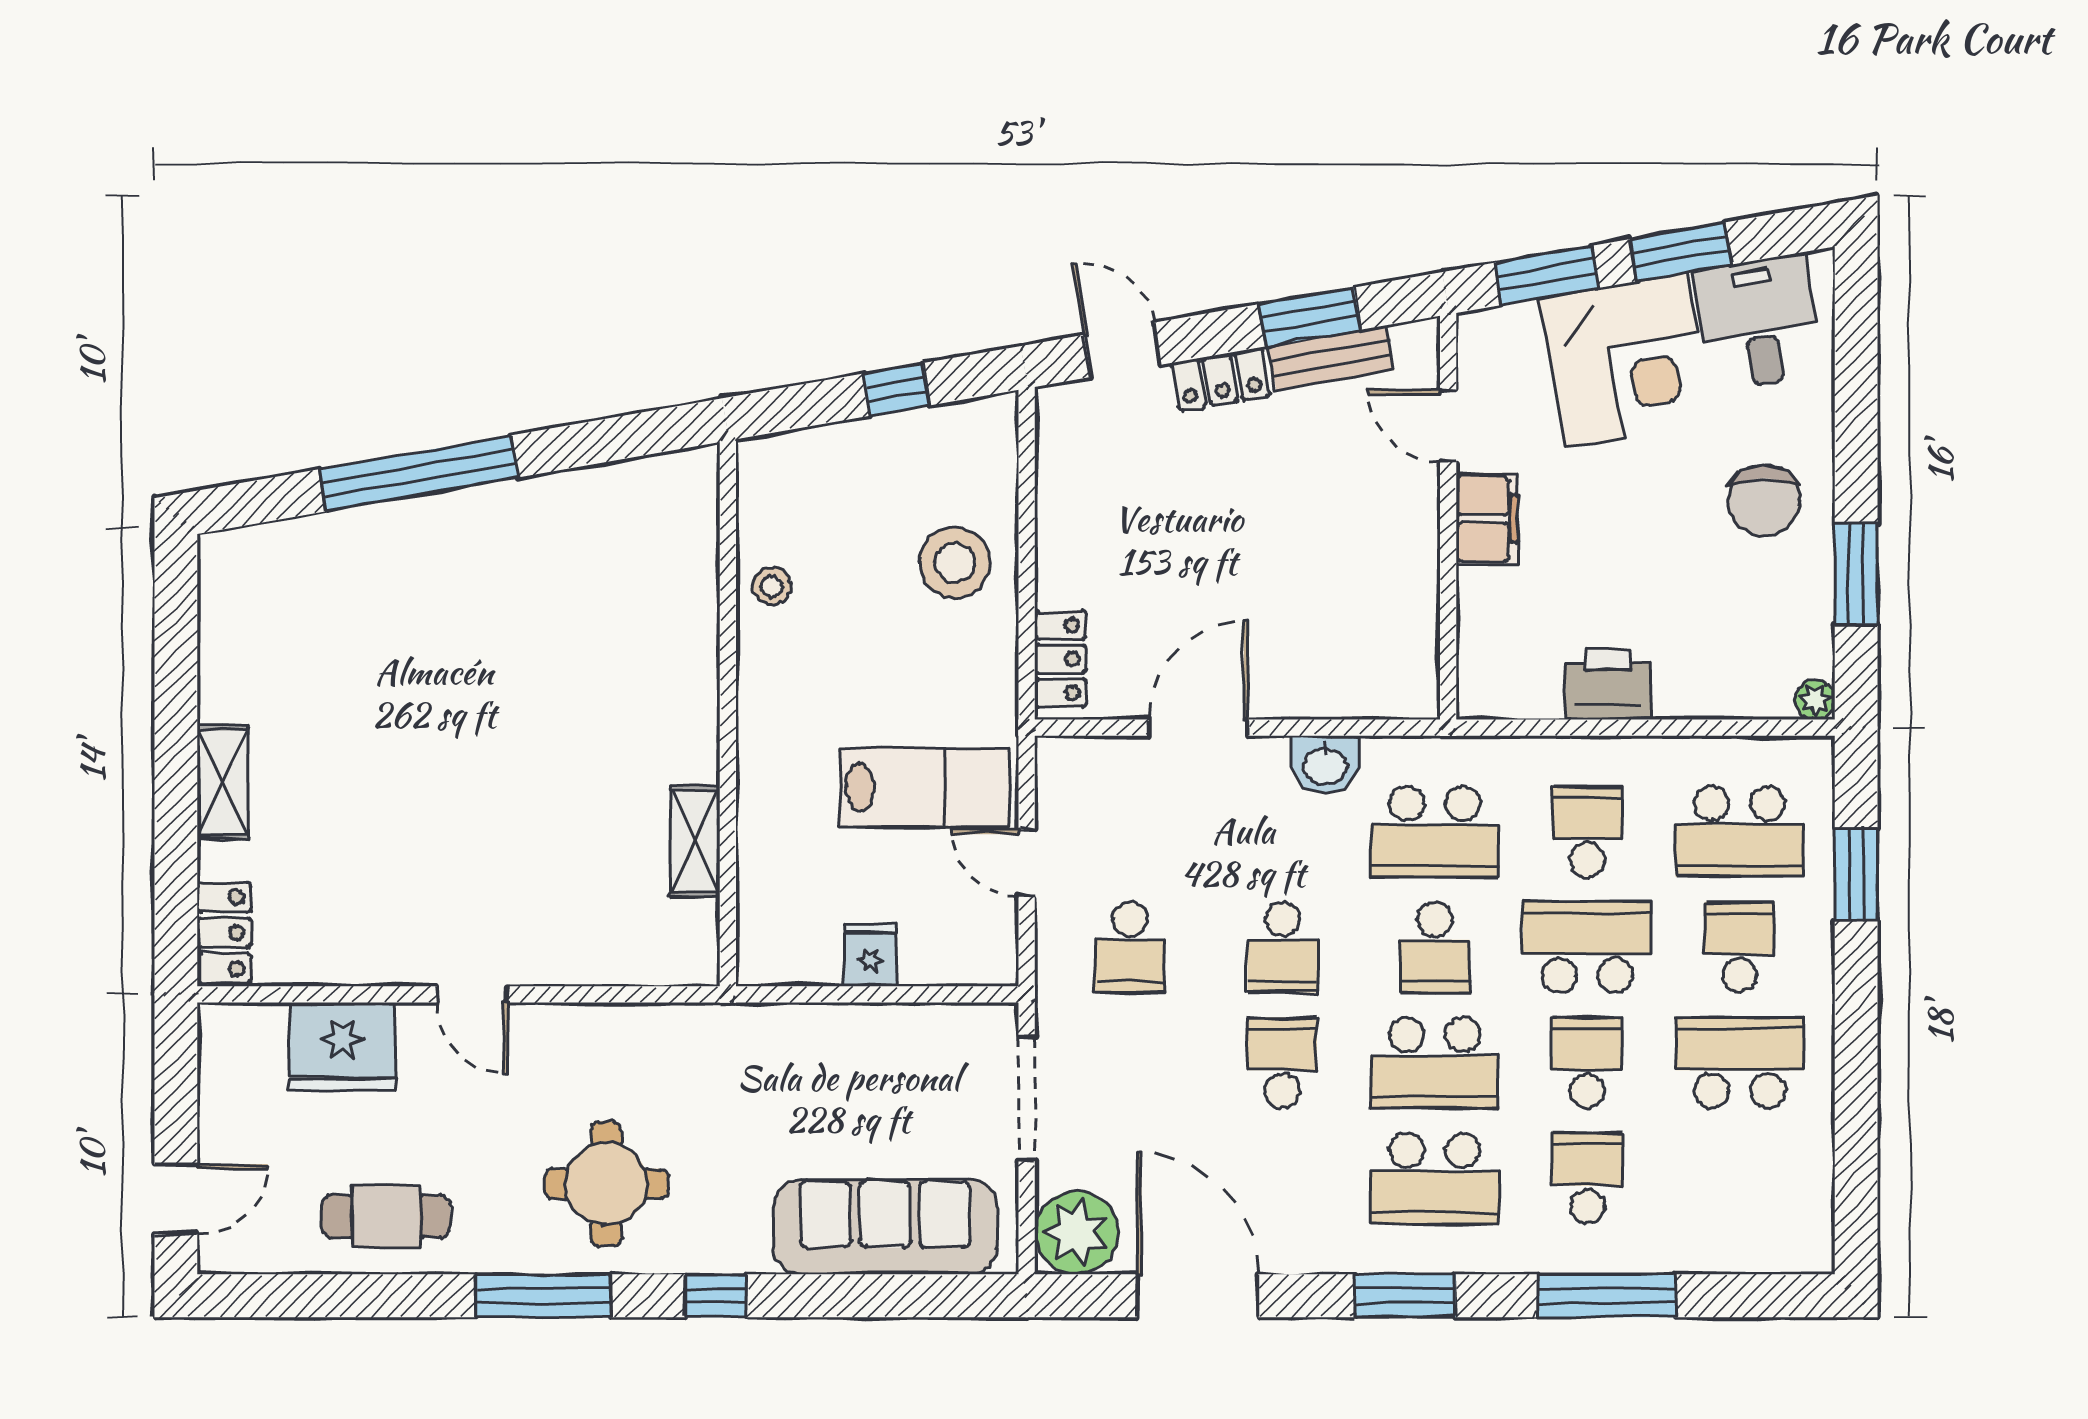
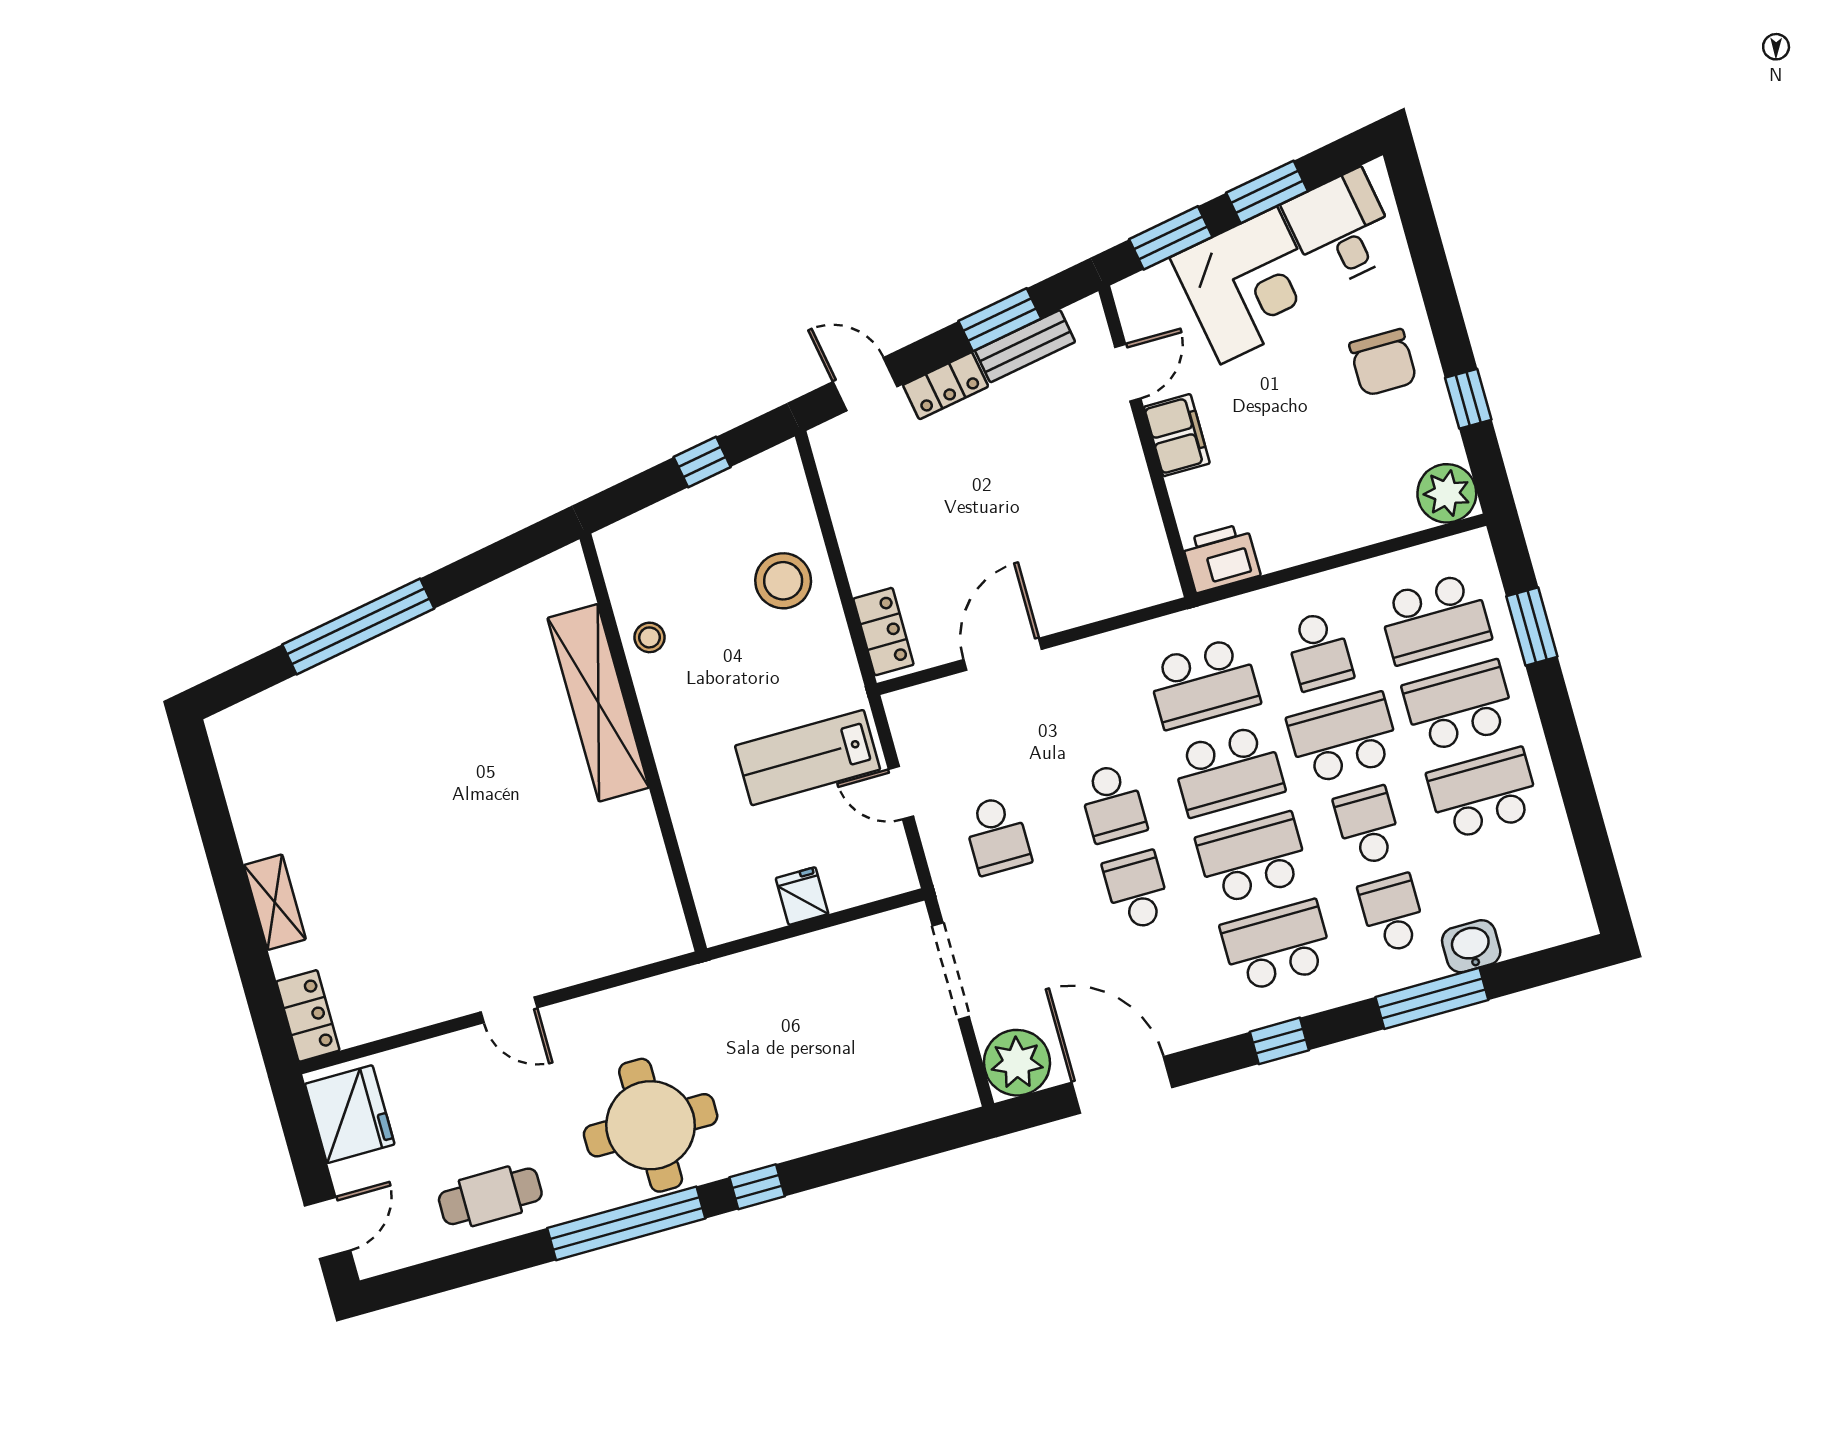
door: (1448, 426) -> (1128, 373), swing flipped
window: (1856, 574) -> (1468, 399), width x0.67
printer: (1608, 684) -> (1221, 558), moved
plant: (1815, 700) -> (1447, 493), width x1.88, depth x1.88
washbasin: (1325, 765) -> (1471, 946), moved, turned 180
lab bench: (924, 787) -> (808, 758), turned 180
school desk: (1587, 832) -> (1319, 651), turned 180
shelving: (695, 841) -> (598, 703), moved, width x2.20, depth x1.33
school desk: (1435, 947) -> (1228, 771), width x1.85
school desk: (1740, 947) -> (1459, 706), width x1.85
fridge: (342, 1047) -> (350, 1114), moved, turned -90
school desk: (1435, 1063) -> (1252, 858), turned 180
school desk: (1435, 1178) -> (1277, 946), turned 180
round table: (606, 1184) -> (651, 1125), width x1.36, depth x1.36
sofa: (885, 1227) -> (871, 1099), removed
window: (543, 1296) -> (626, 1223), width x1.46
window: (1405, 1296) -> (1279, 1041), width x0.67

